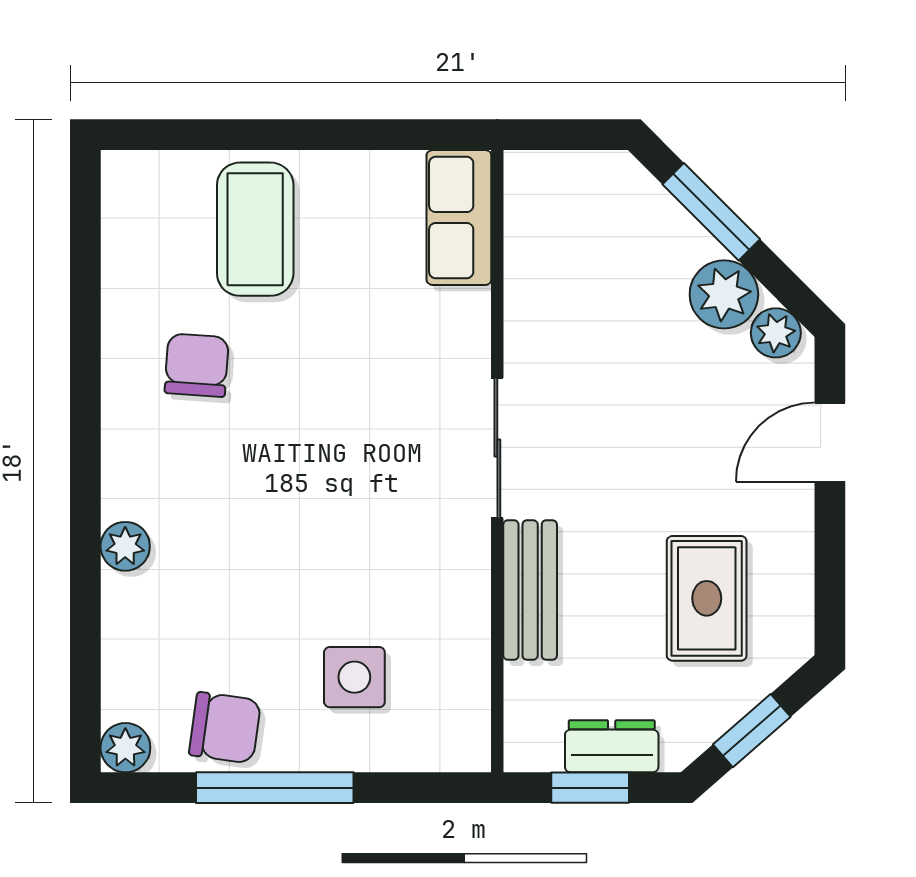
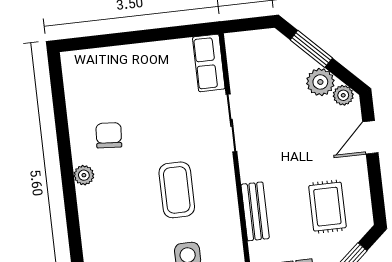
coffee table: (255, 229) -> (177, 190), moved
sliding door: (497, 448) -> (231, 123), moved
plant: (125, 546) -> (84, 175), moved

